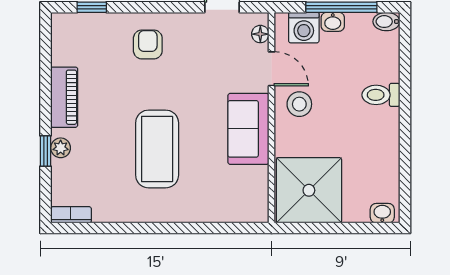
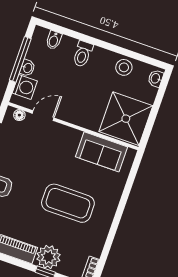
bidet: (386, 22) -> (54, 40), moved
stool: (299, 104) -> (124, 67), moved
sofa: (248, 129) -> (101, 152), moved
plant: (61, 148) -> (48, 257), width x1.88, depth x1.88

